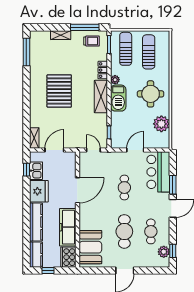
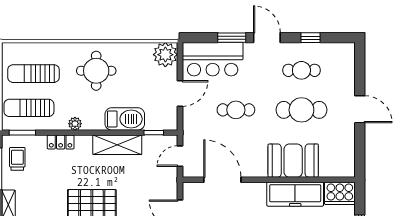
shelving: (101, 97) -> (117, 145), moved
barbecue: (118, 98) -> (125, 119), moved
plant: (161, 124) -> (165, 55), moved
door: (135, 150) -> (180, 93), swing flipped
door: (77, 190) -> (222, 180), moved
booth: (90, 247) -> (293, 161), moved
window: (173, 251) -> (311, 38), moved
plant: (164, 252) -> (332, 51), removed

